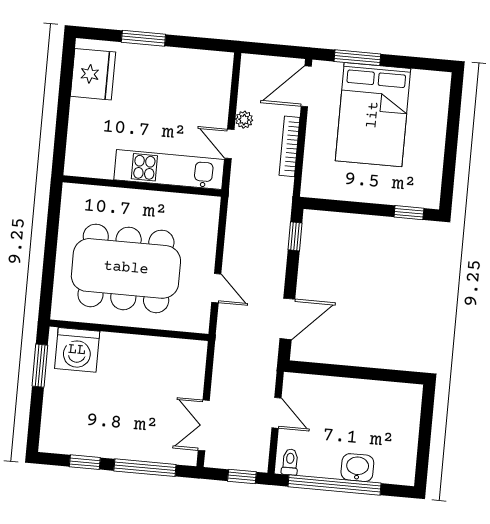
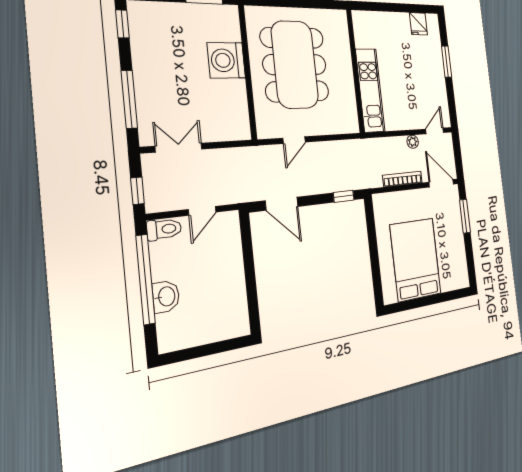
fridge: (93, 74) -> (418, 24), width x0.53, depth x0.75
bed: (373, 115) -> (416, 259), moved, turned 90
door: (229, 144) -> (435, 131), moved
window: (409, 213) -> (377, 282), removed
washing machine: (77, 350) -> (226, 60), moved
window: (85, 462) -> (122, 24), moved
toilet: (290, 462) -> (164, 229), width x1.37, depth x1.39

